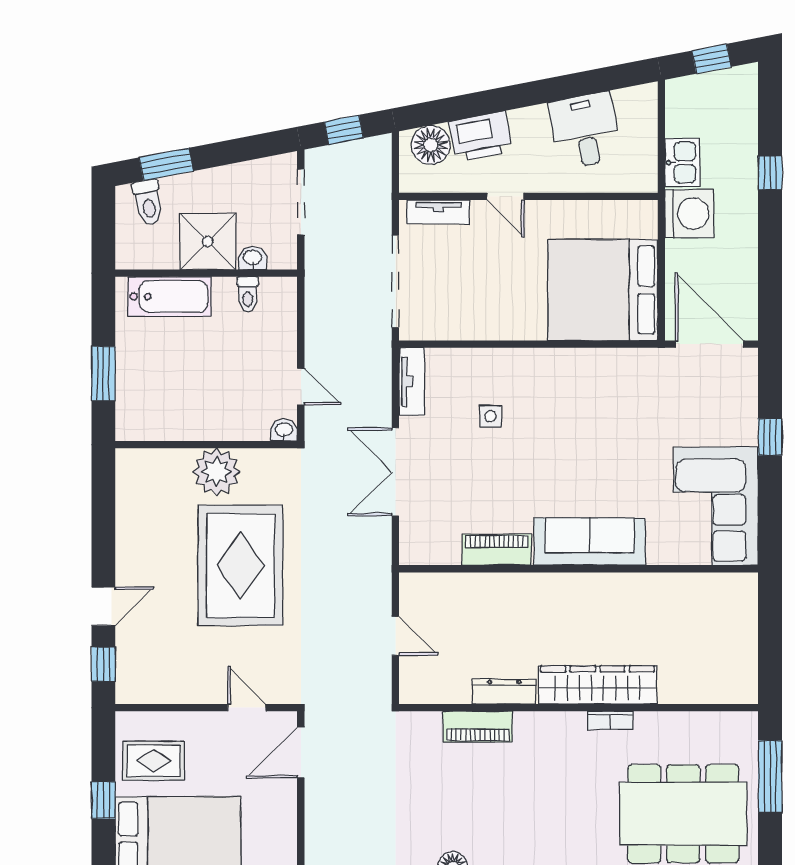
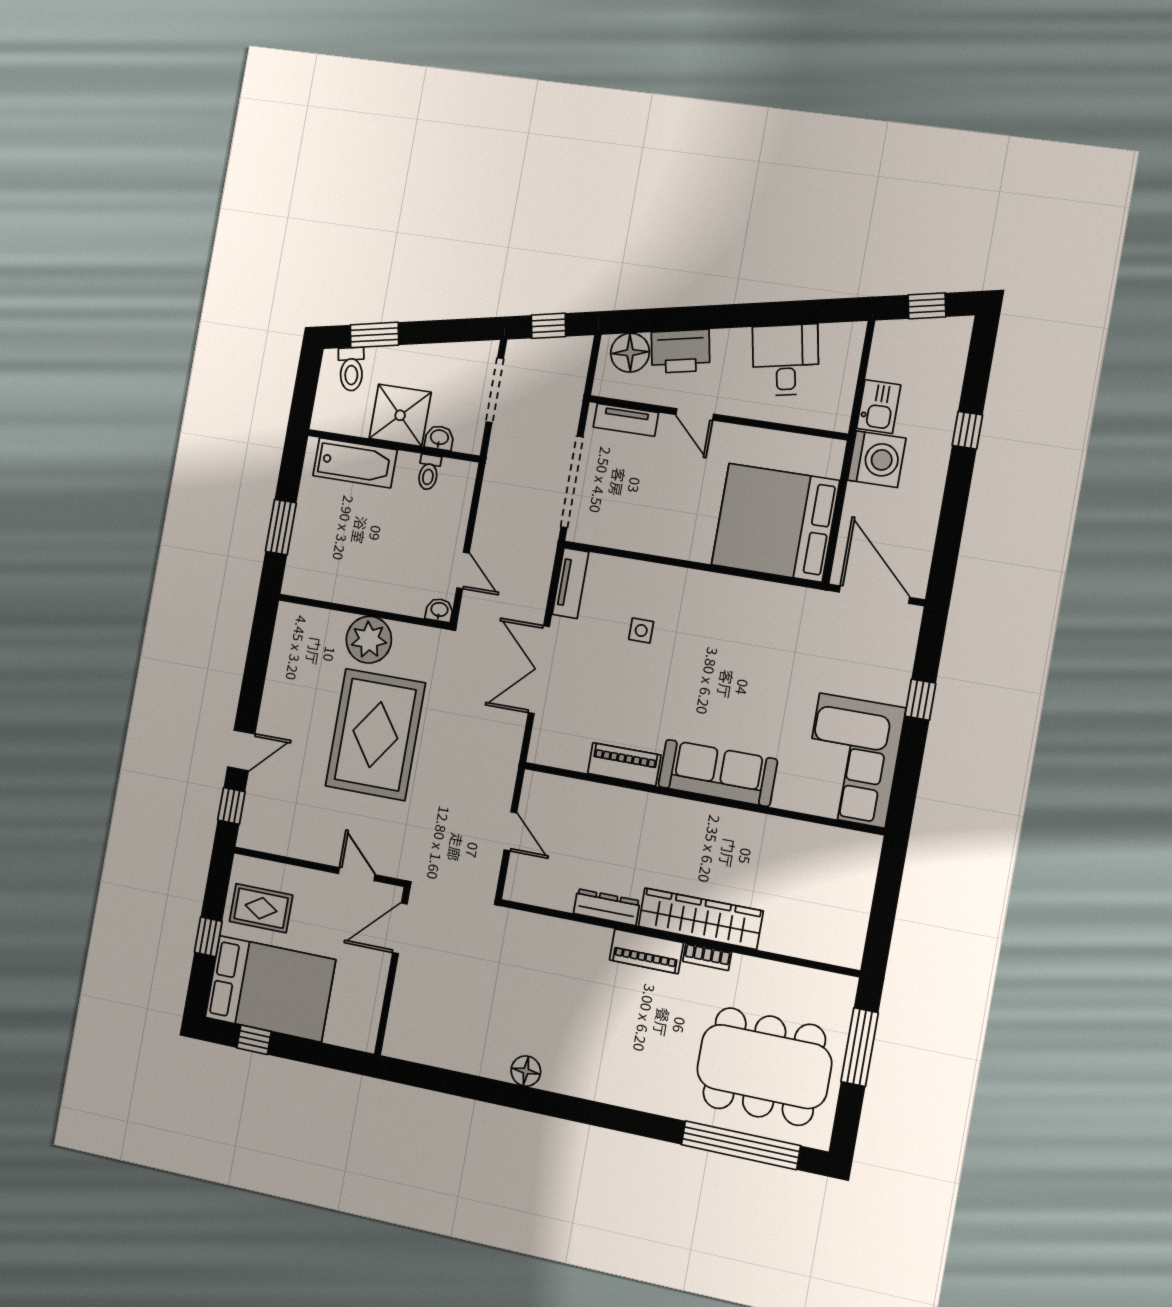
piano: (478, 727) -> (646, 951), moved

